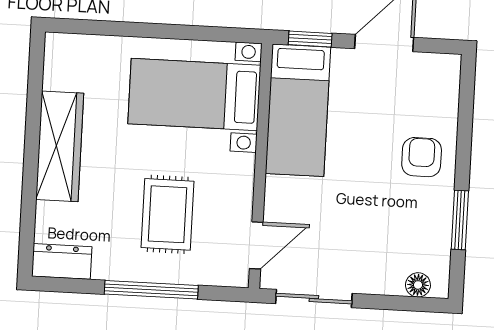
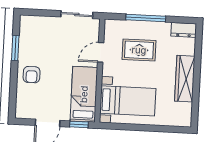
rug: (168, 214) -> (139, 50), turned 90
door: (256, 245) -> (101, 52), moved
floor lamp: (418, 285) -> (33, 20), removed

